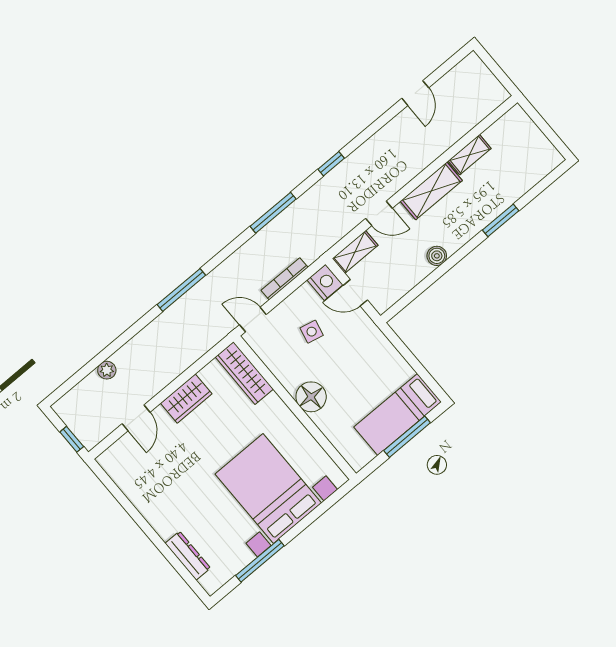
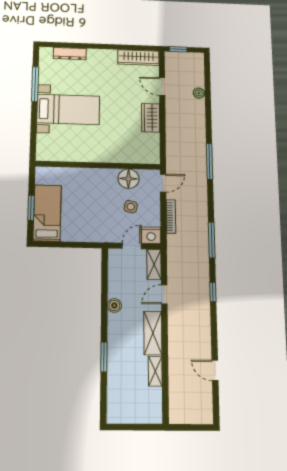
wardrobe: (244, 373) -> (138, 58), moved, turned 180
floor lamp: (311, 397) -> (128, 179), moved
window: (407, 437) -> (31, 208), width x0.69
bed with nightstands: (268, 488) -> (68, 109), width x0.73

